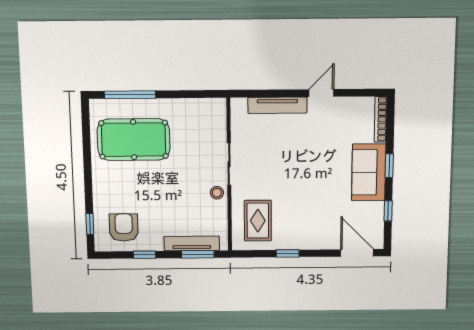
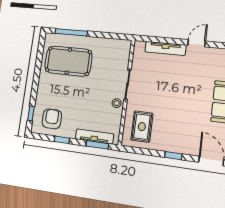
window: (288, 253) -> (173, 156), moved

